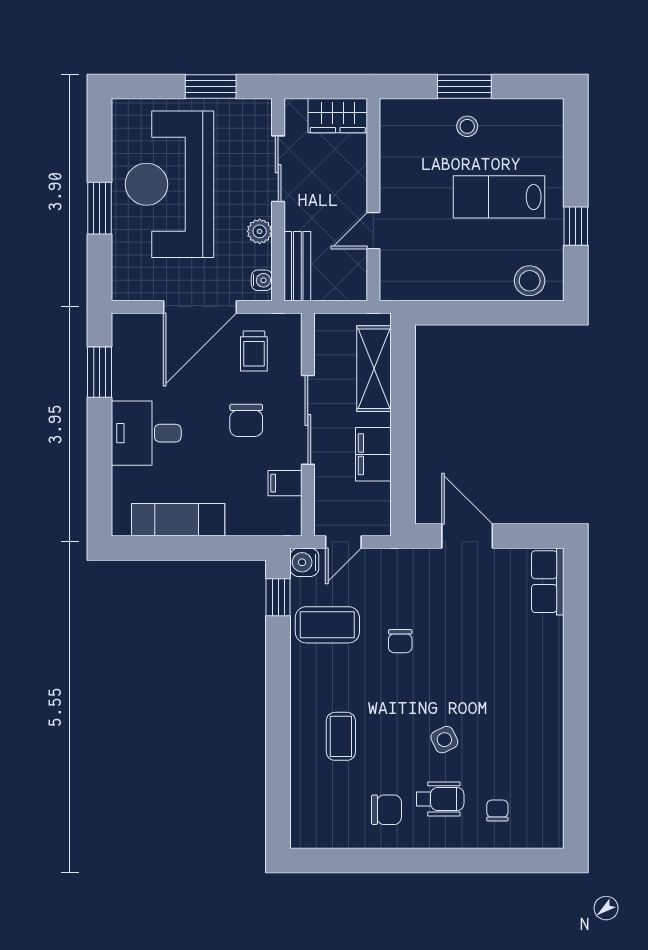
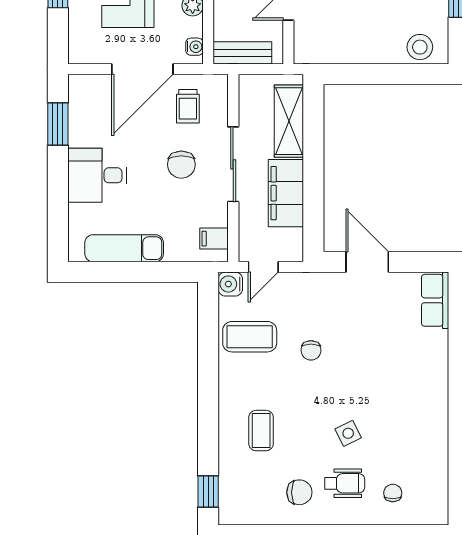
bench: (297, 266) -> (242, 53), moved, turned 90
filing cabinet: (373, 454) -> (286, 193), width x1.50, depth x1.17
filing cabinet: (285, 483) -> (214, 239), moved
window: (278, 597) -> (208, 492), moved

